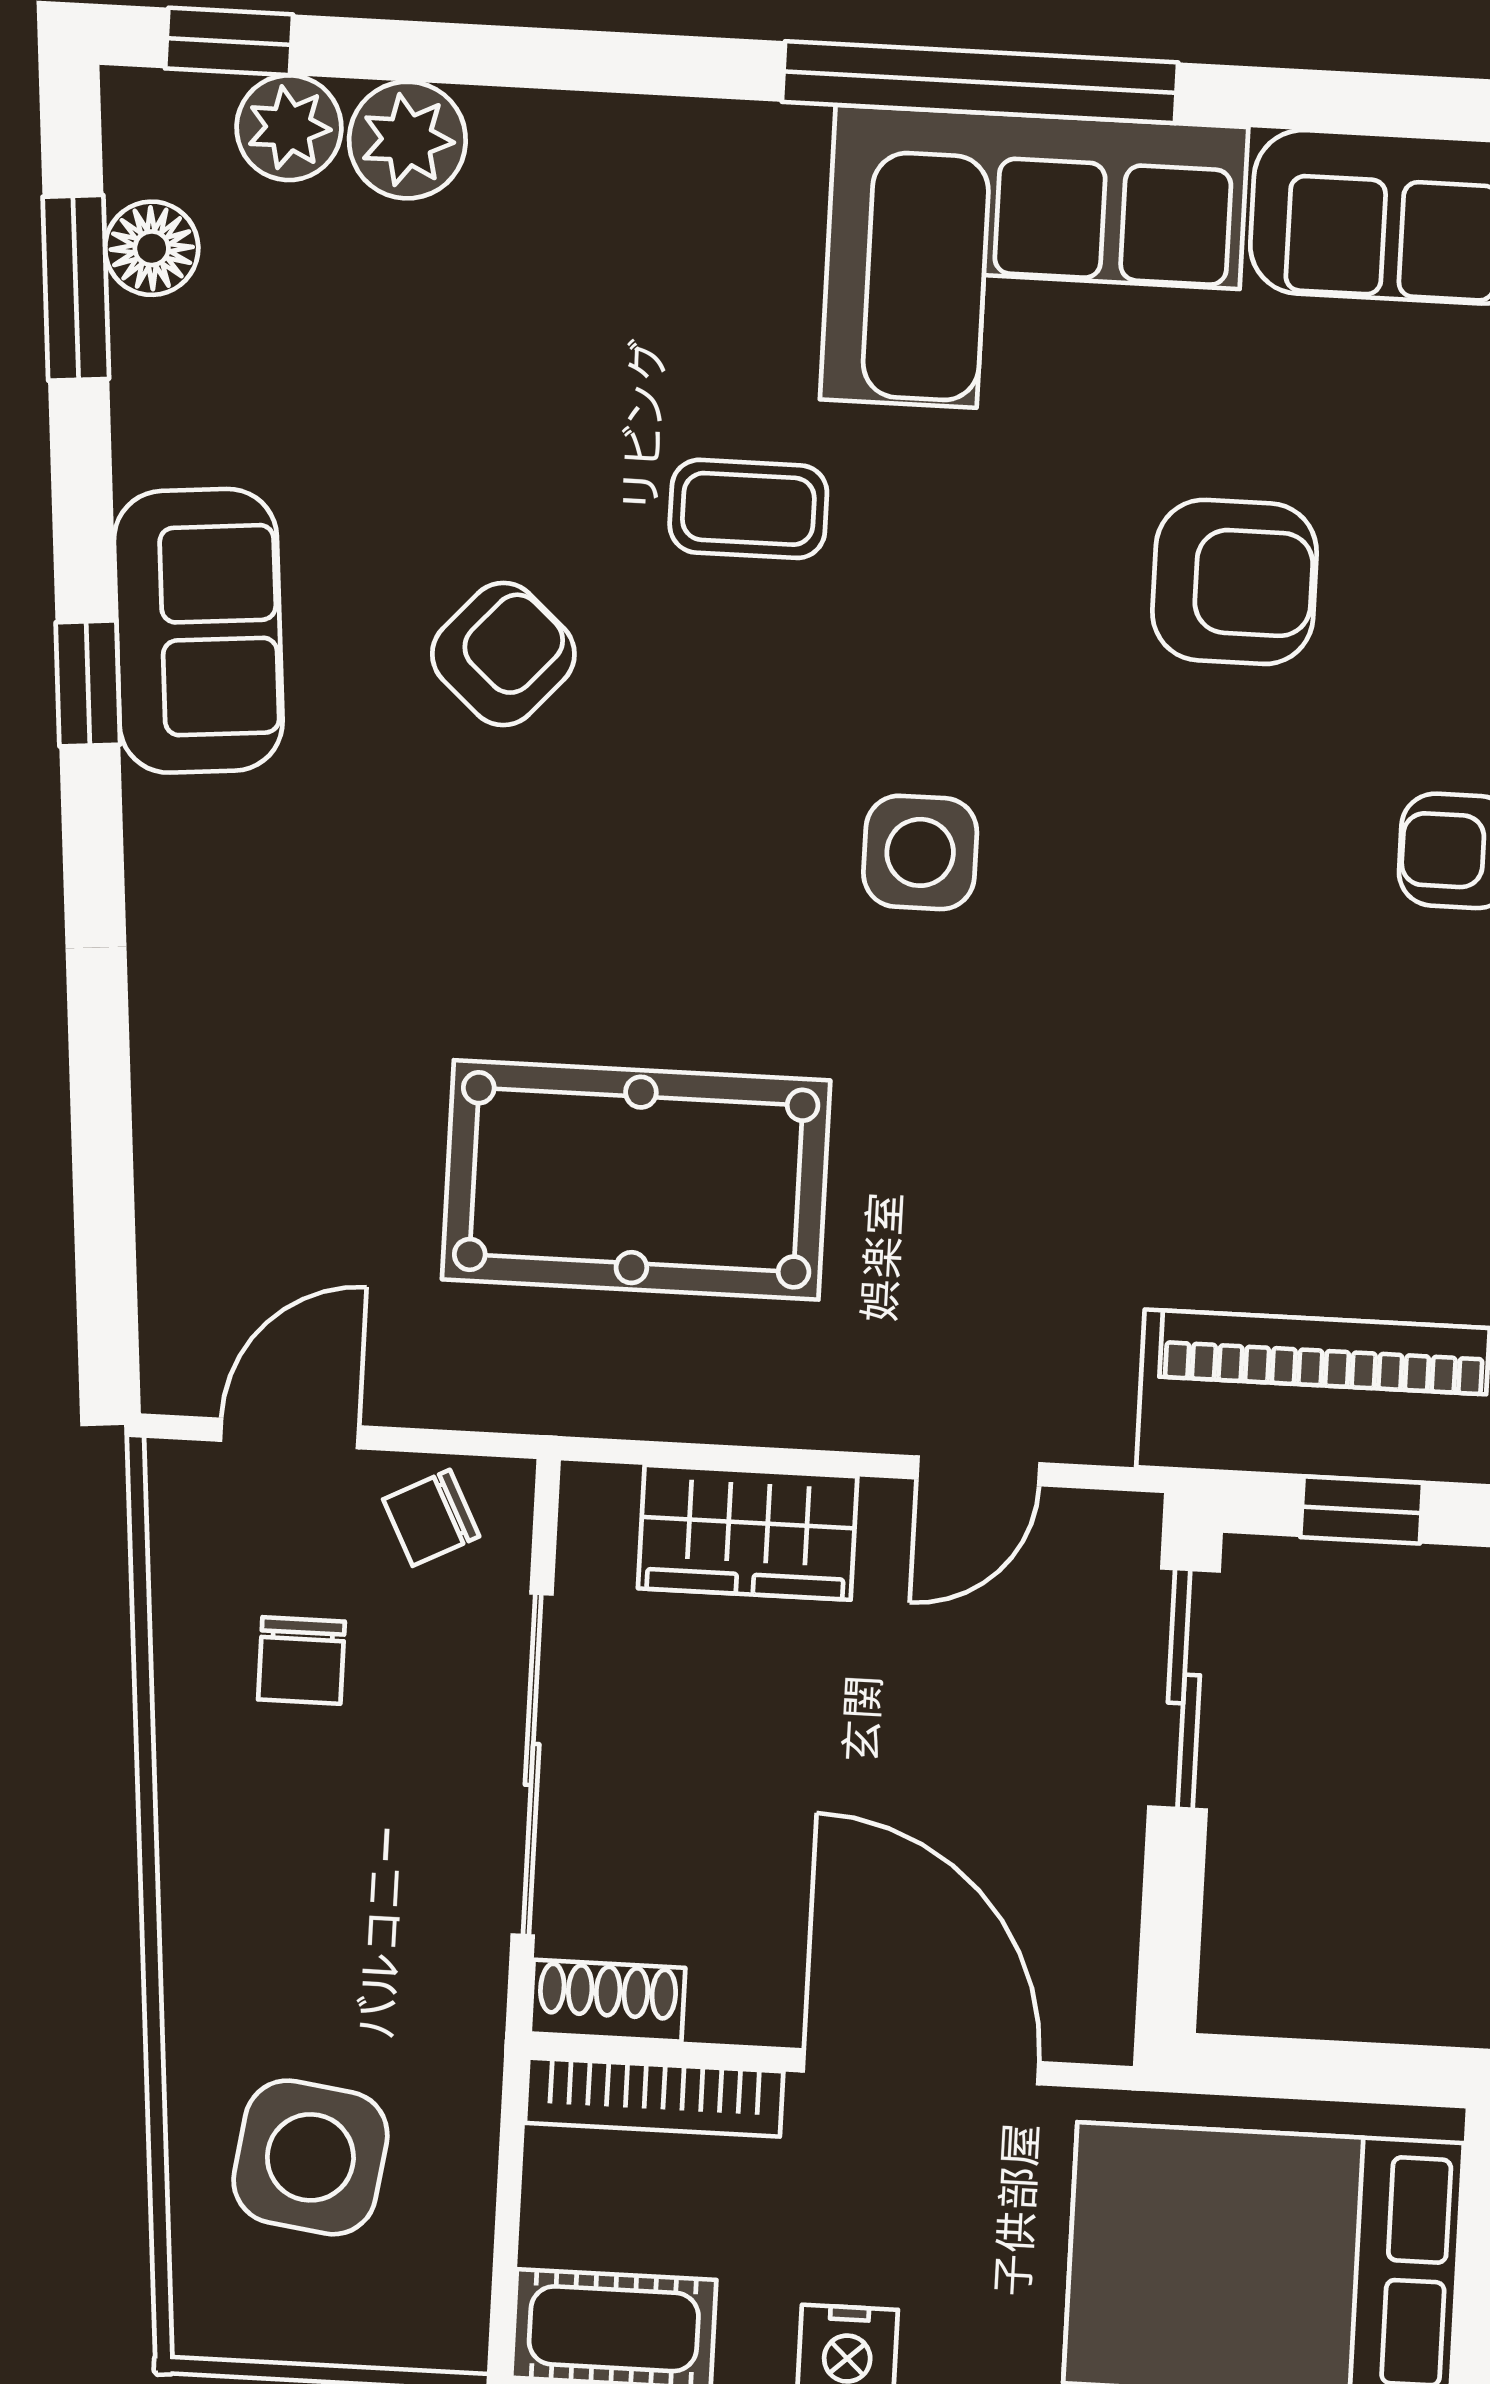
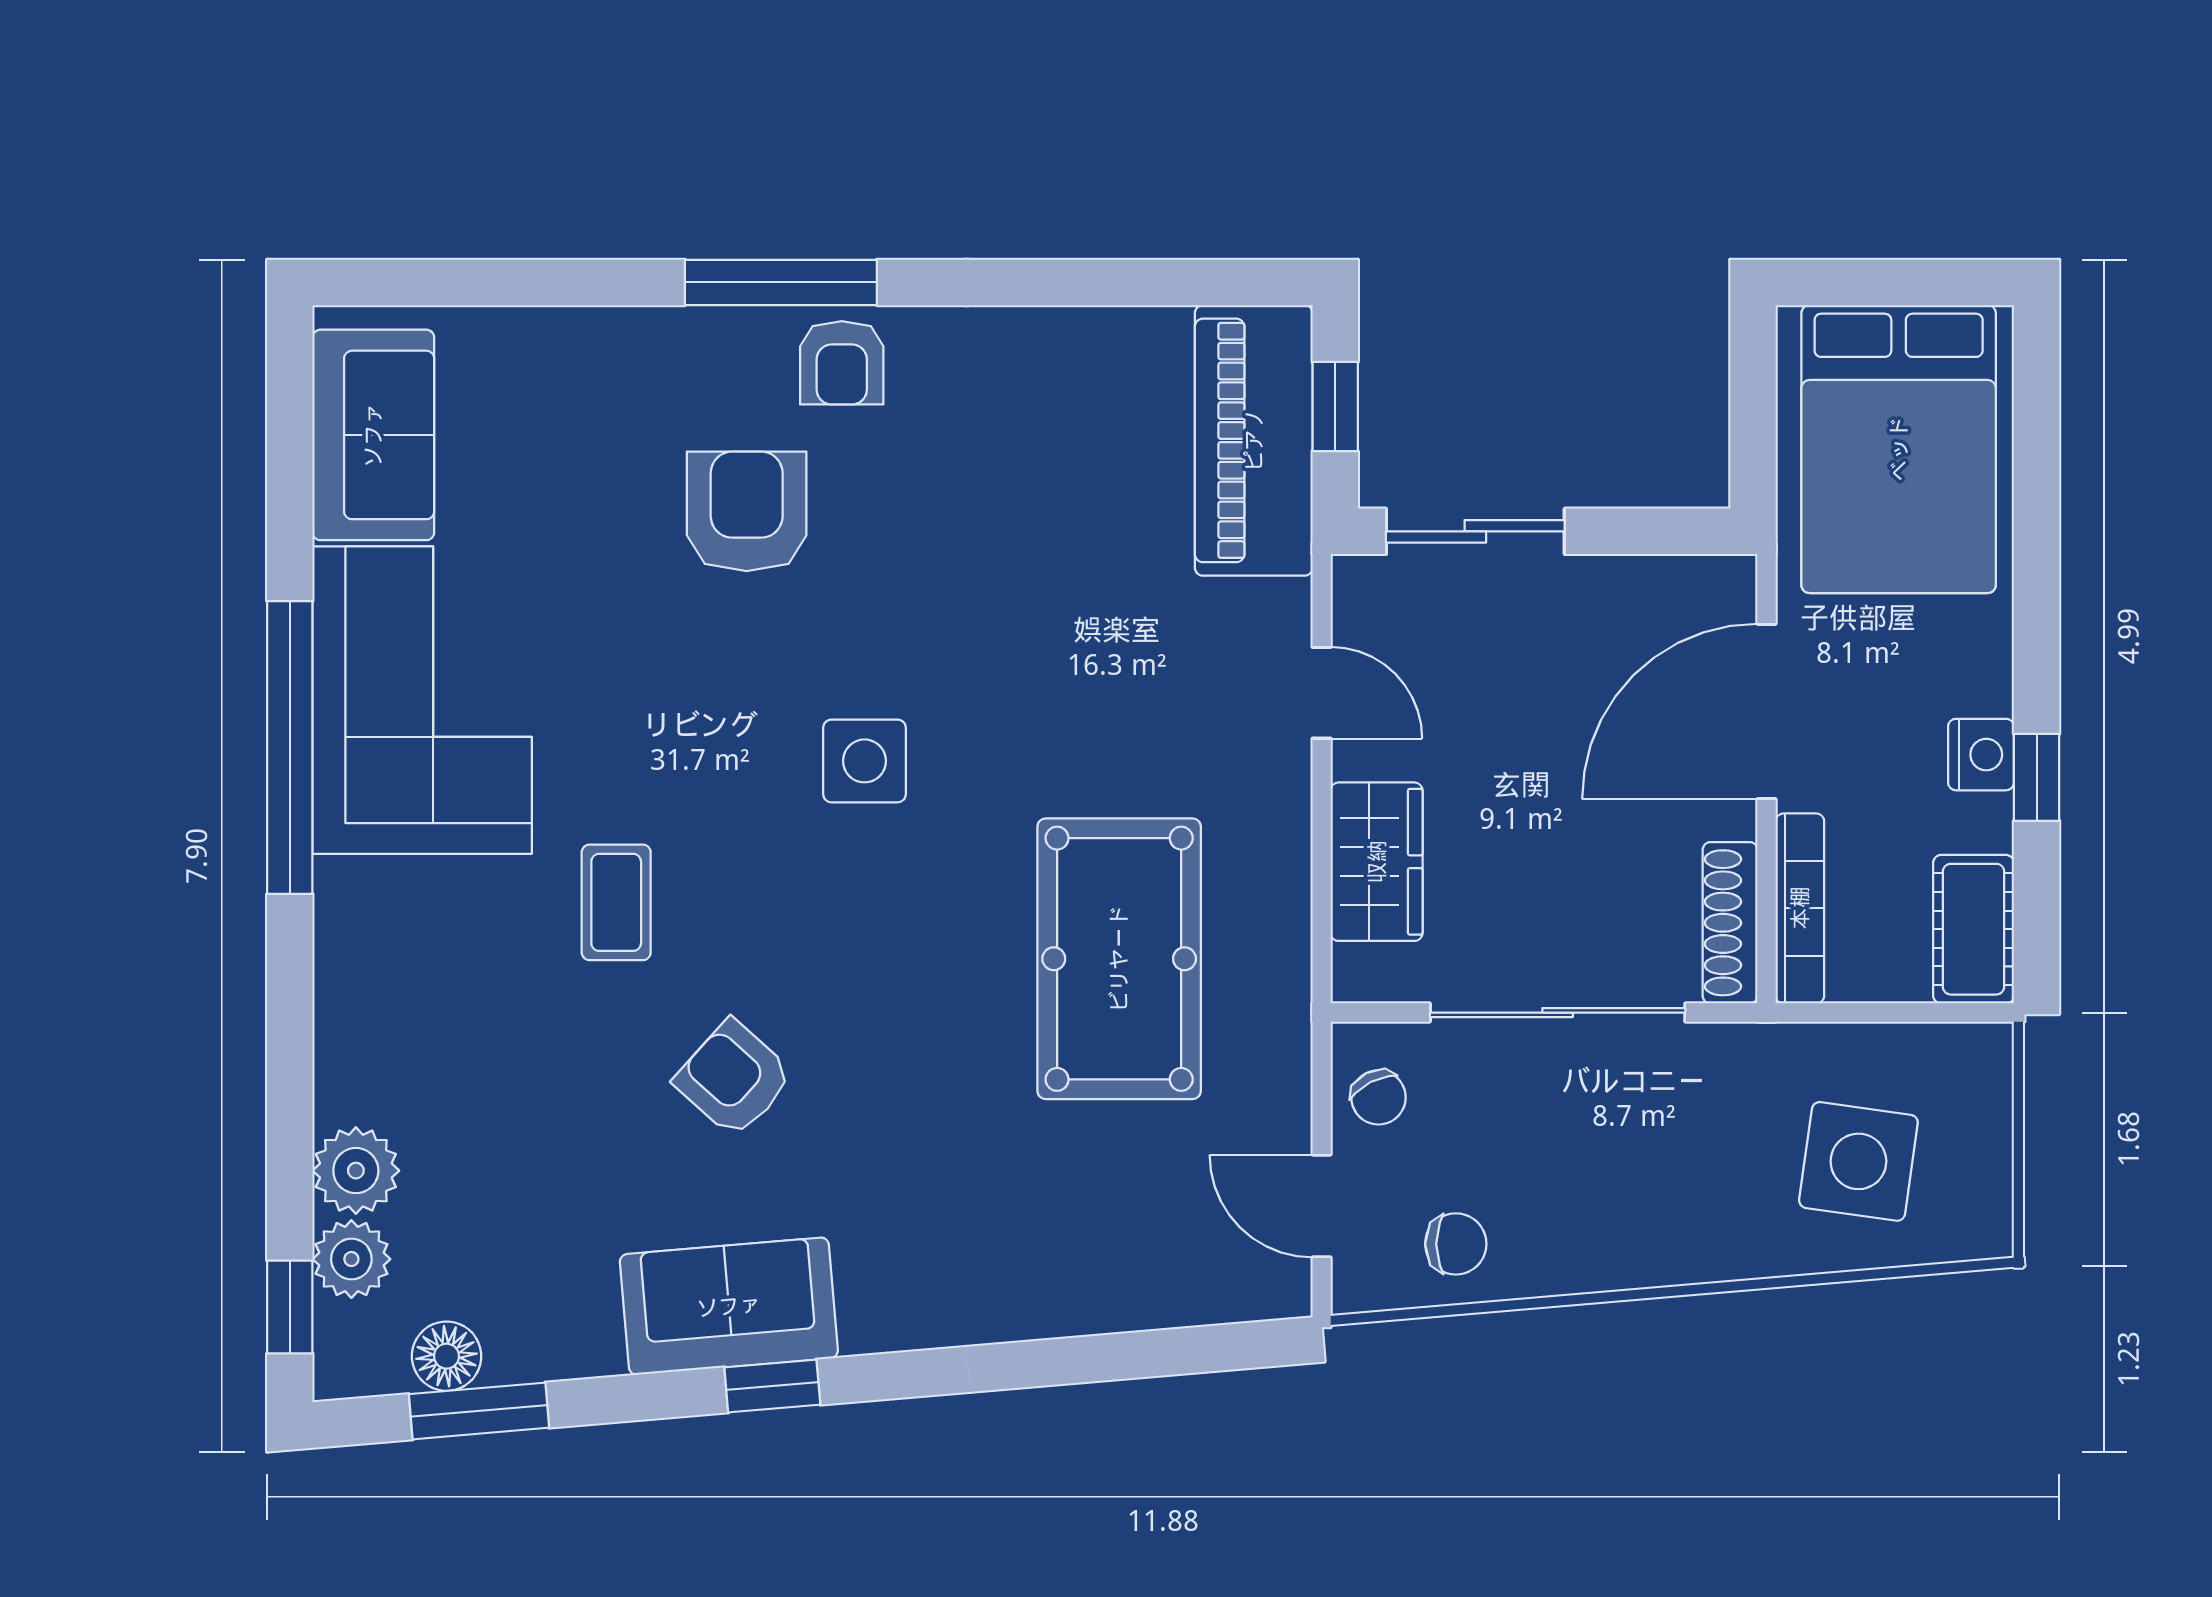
armchair: (1234, 582) -> (747, 511), moved
chair: (301, 1660) -> (1456, 1244), moved
shoe rack: (608, 2001) -> (1730, 923), width x1.43

